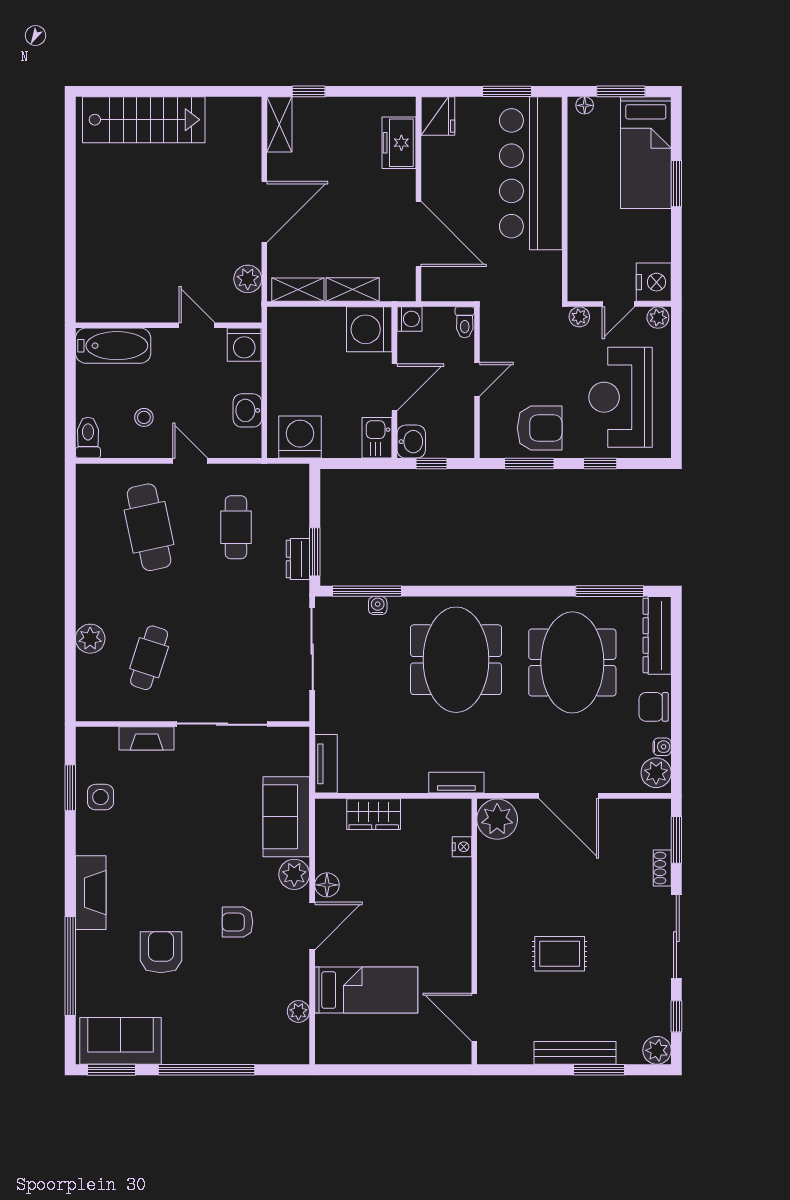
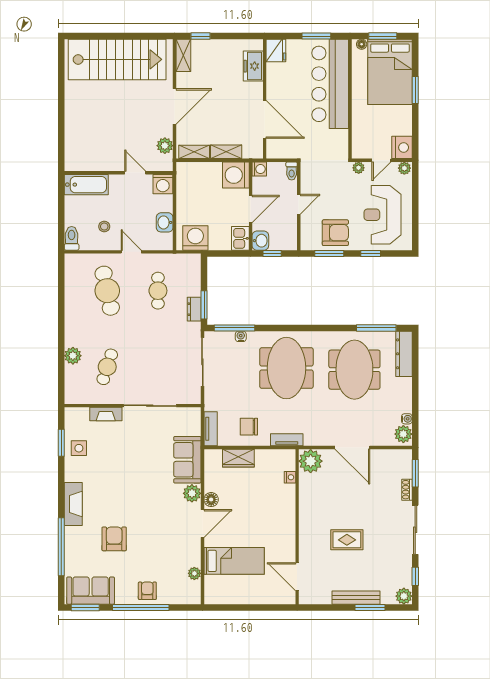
stairs: (144, 120) -> (117, 59), width x1.36, depth x1.51
bed: (646, 153) -> (390, 72), width x1.50
chair: (654, 707) -> (249, 427), moved
armchair: (237, 922) -> (147, 591), moved, turned 90

